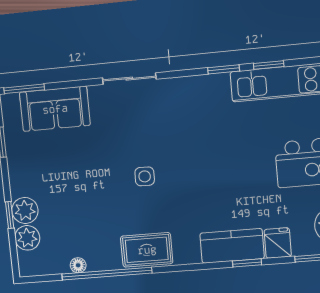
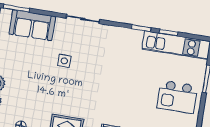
side table: (145, 176) -> (64, 61), moved

